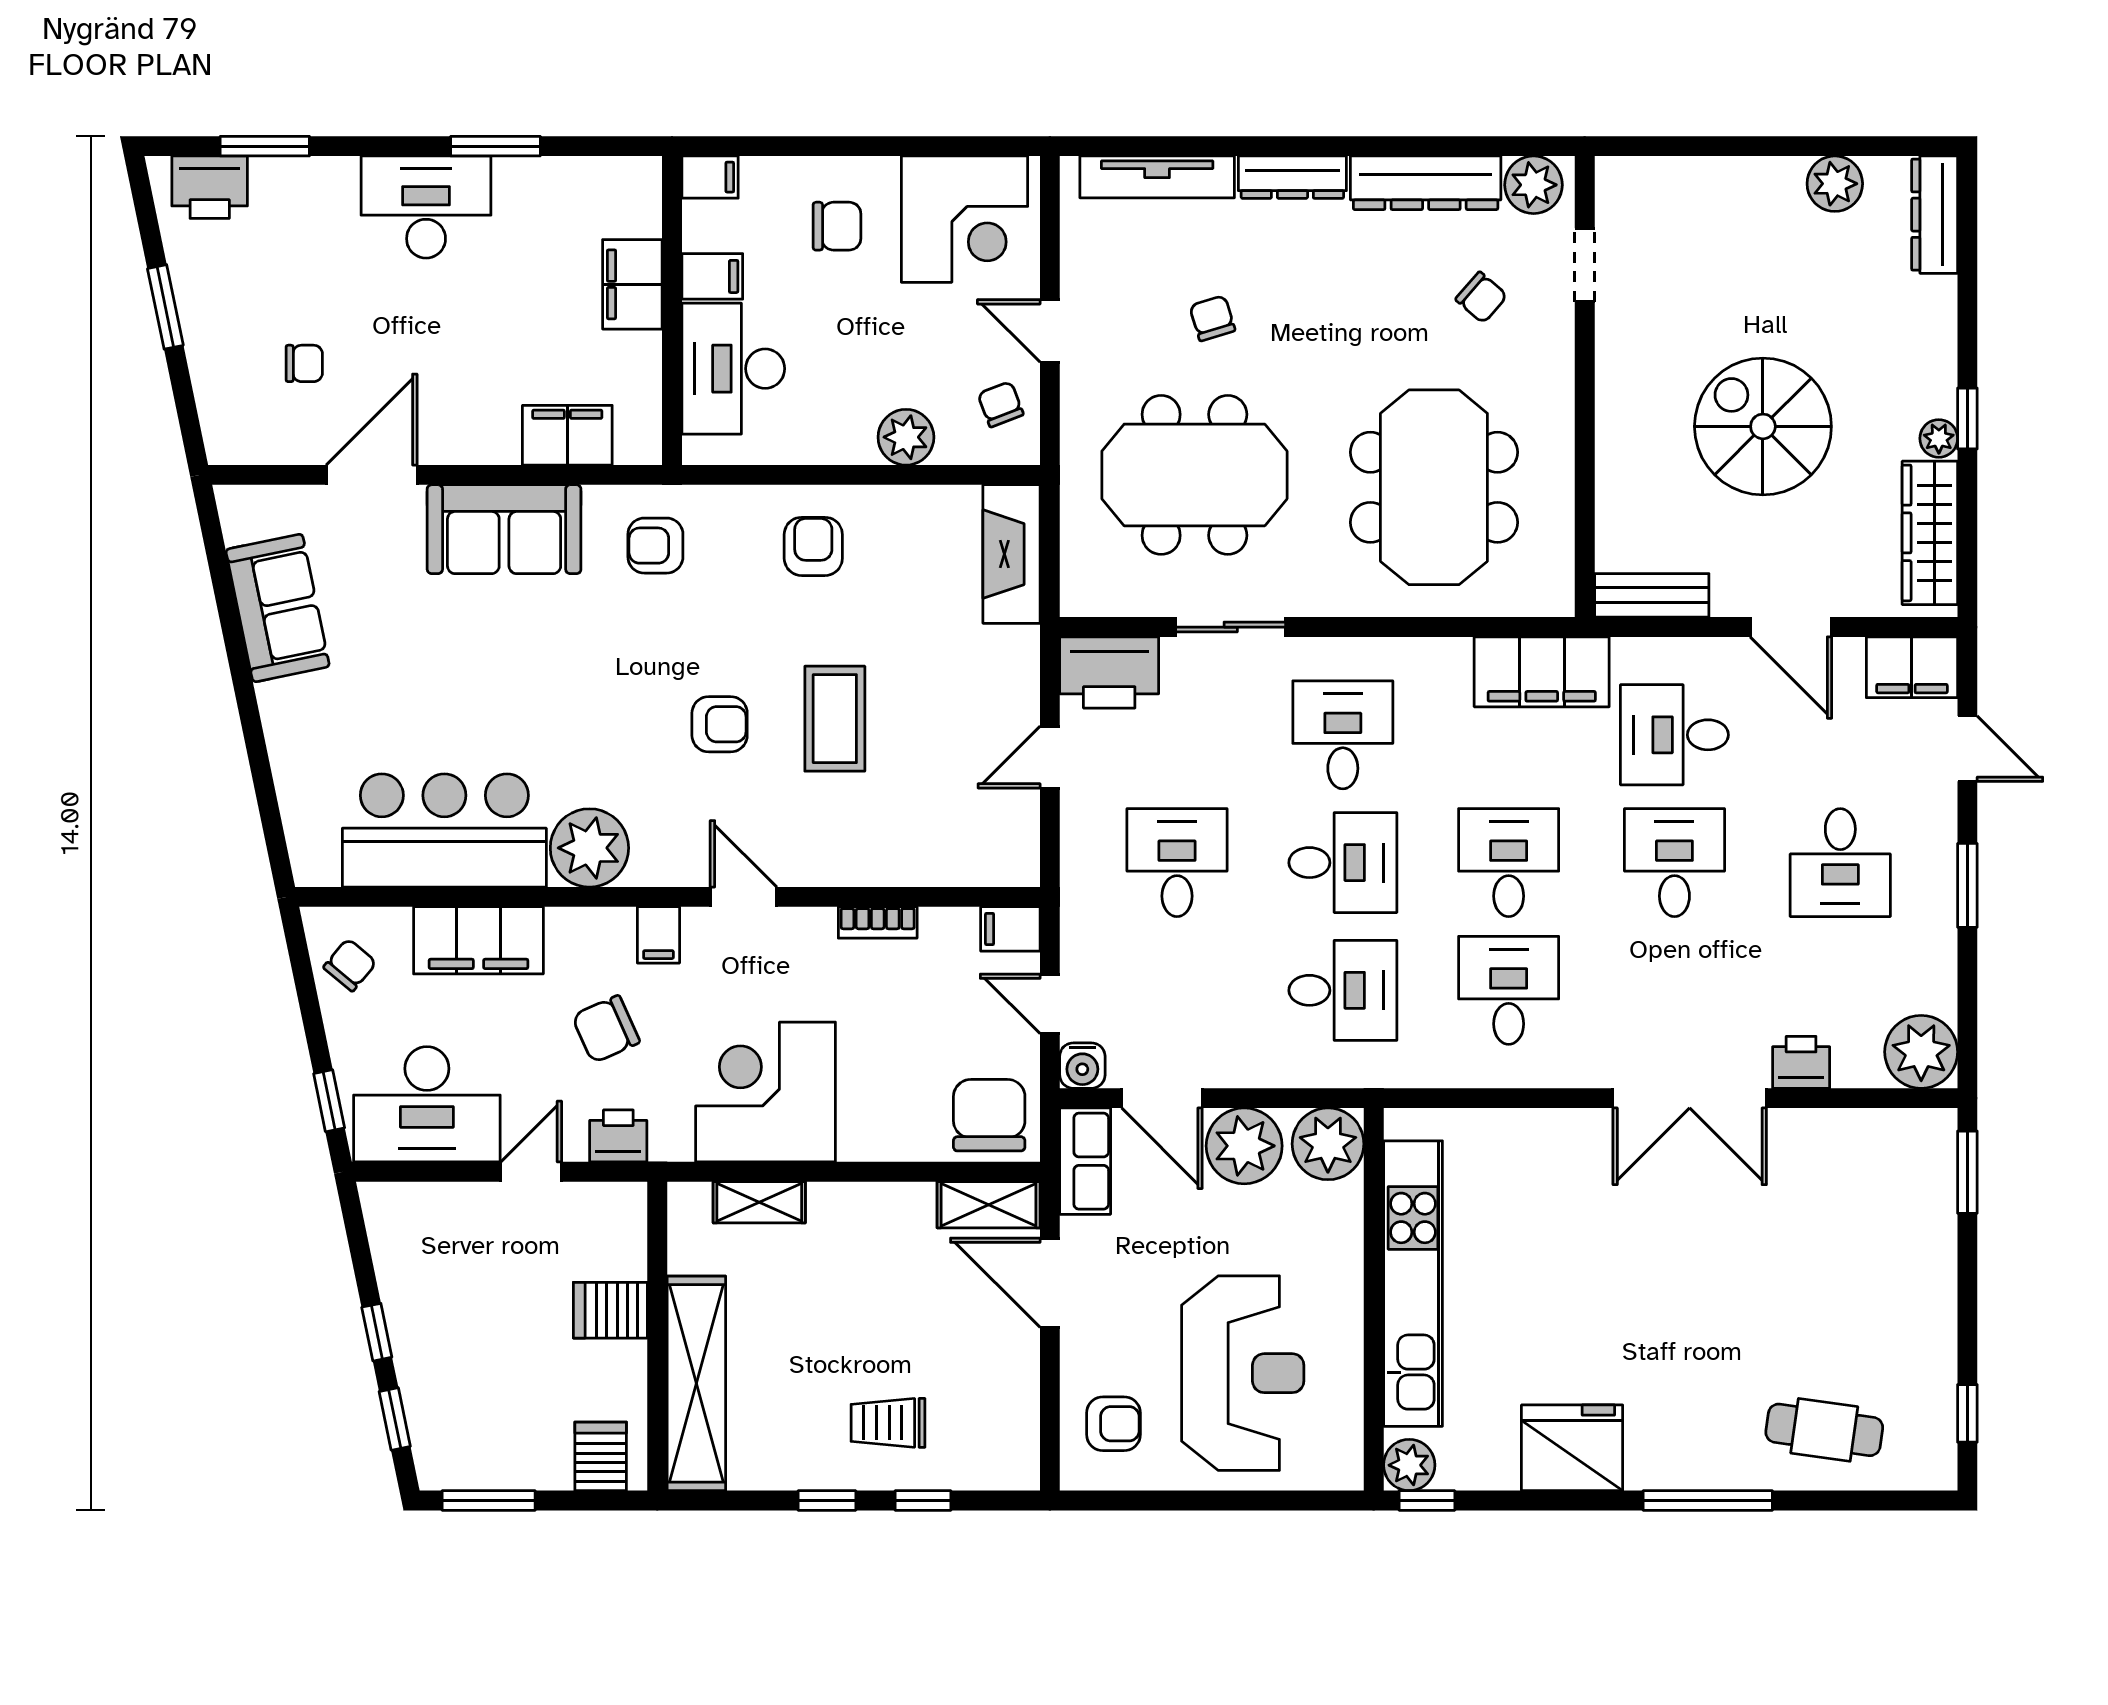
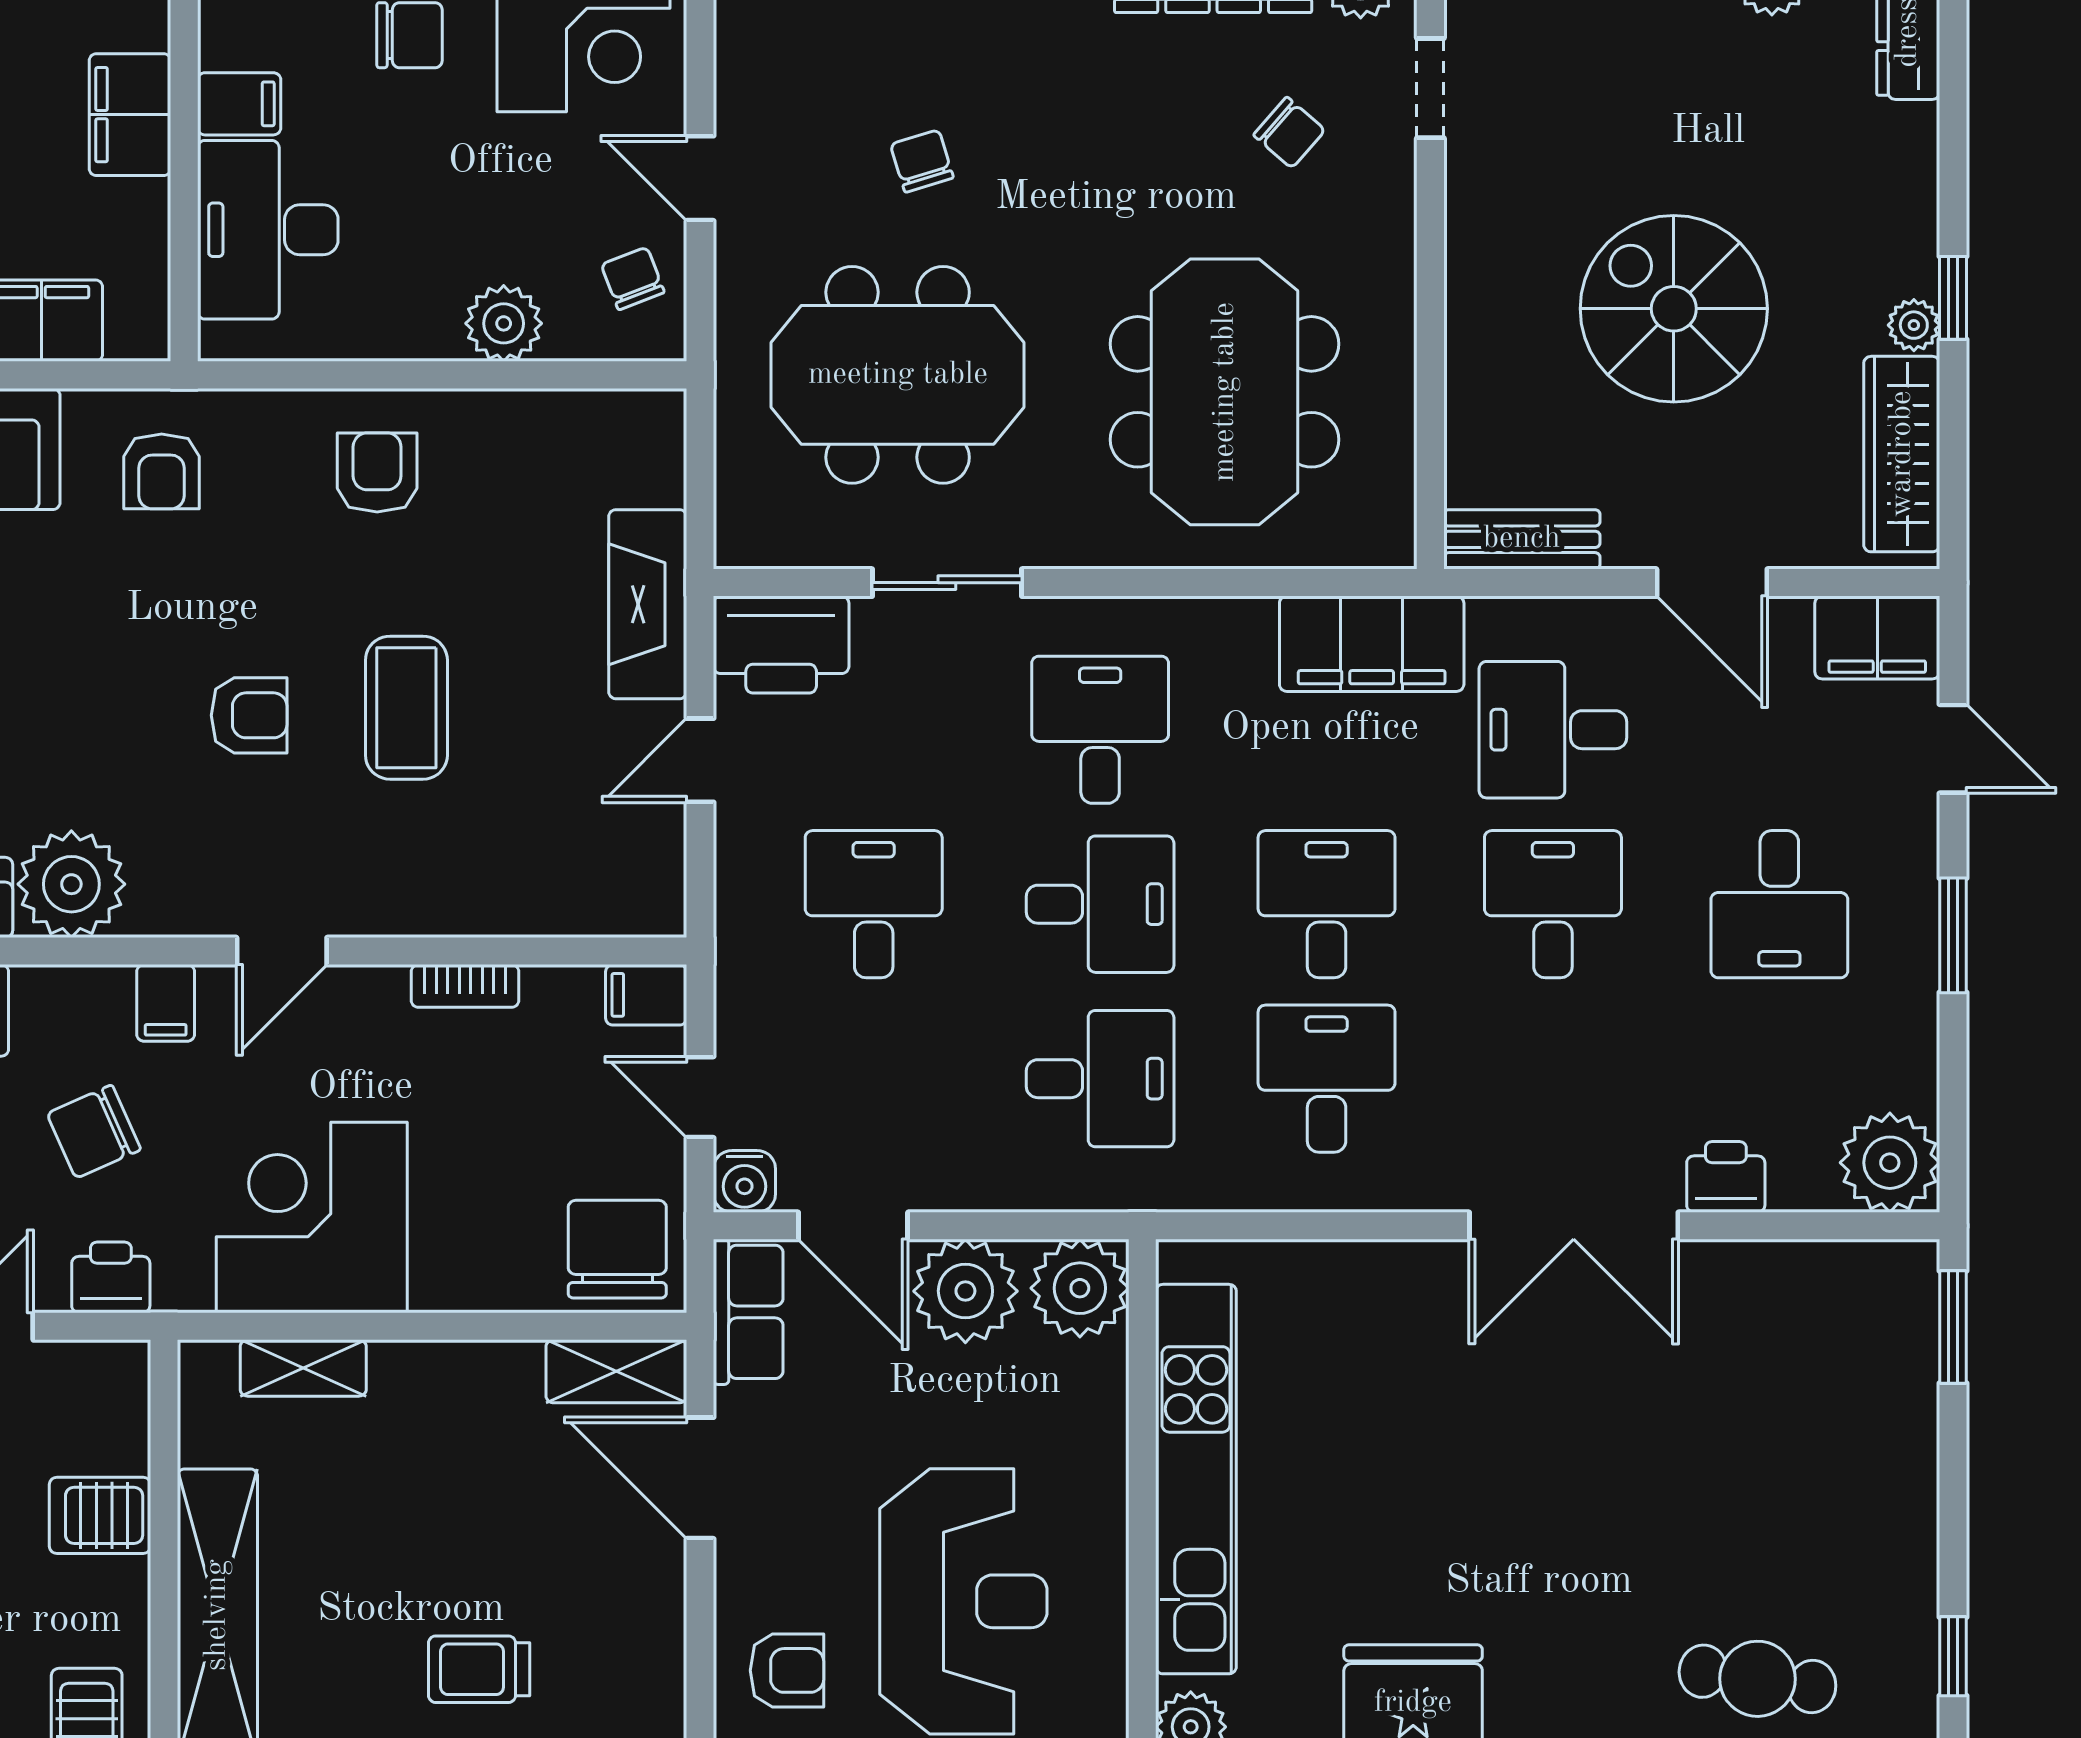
armchair: (655, 546) -> (162, 471), turned -90
fireplace: (1011, 554) -> (648, 604), moved
door: (744, 897) -> (282, 951), swing flipped

